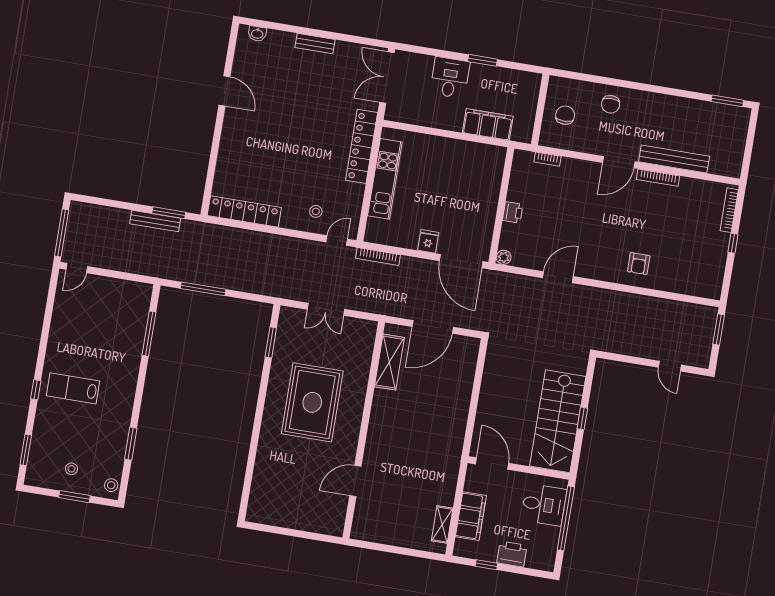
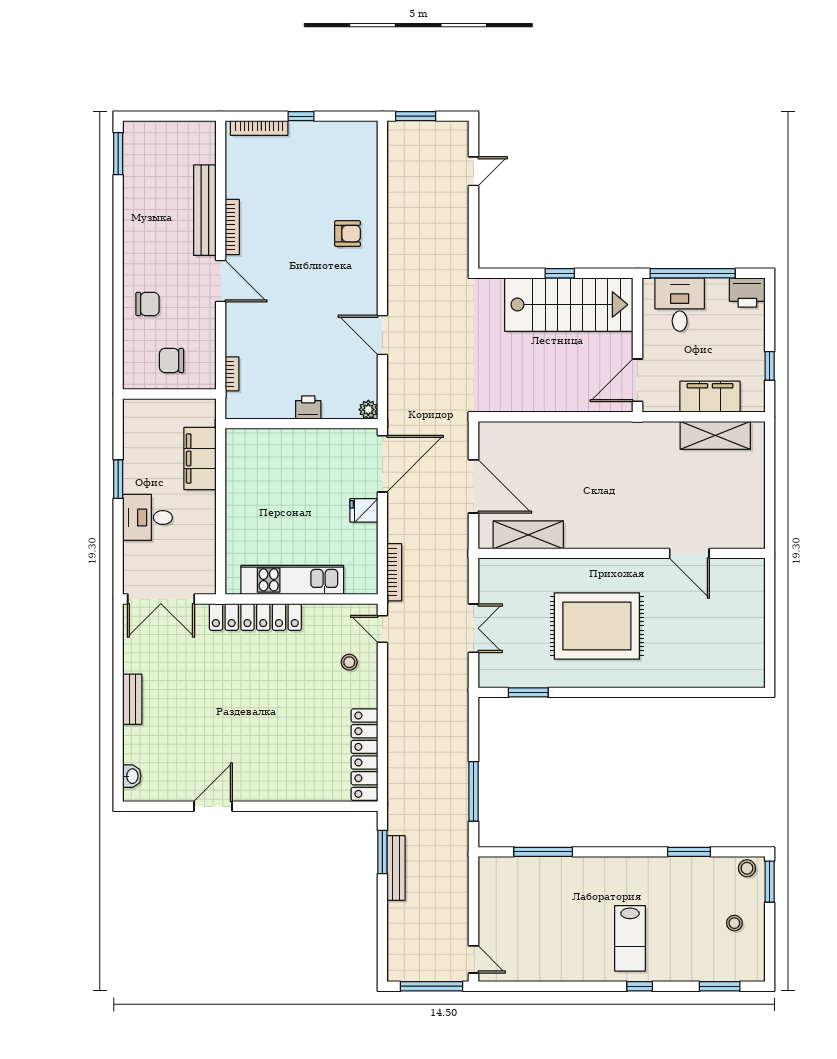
window: (74, 497) -> (770, 882), moved
shelving: (442, 525) -> (715, 435), width x1.50, depth x1.33
printer: (512, 554) -> (747, 292), moved, turned -90

